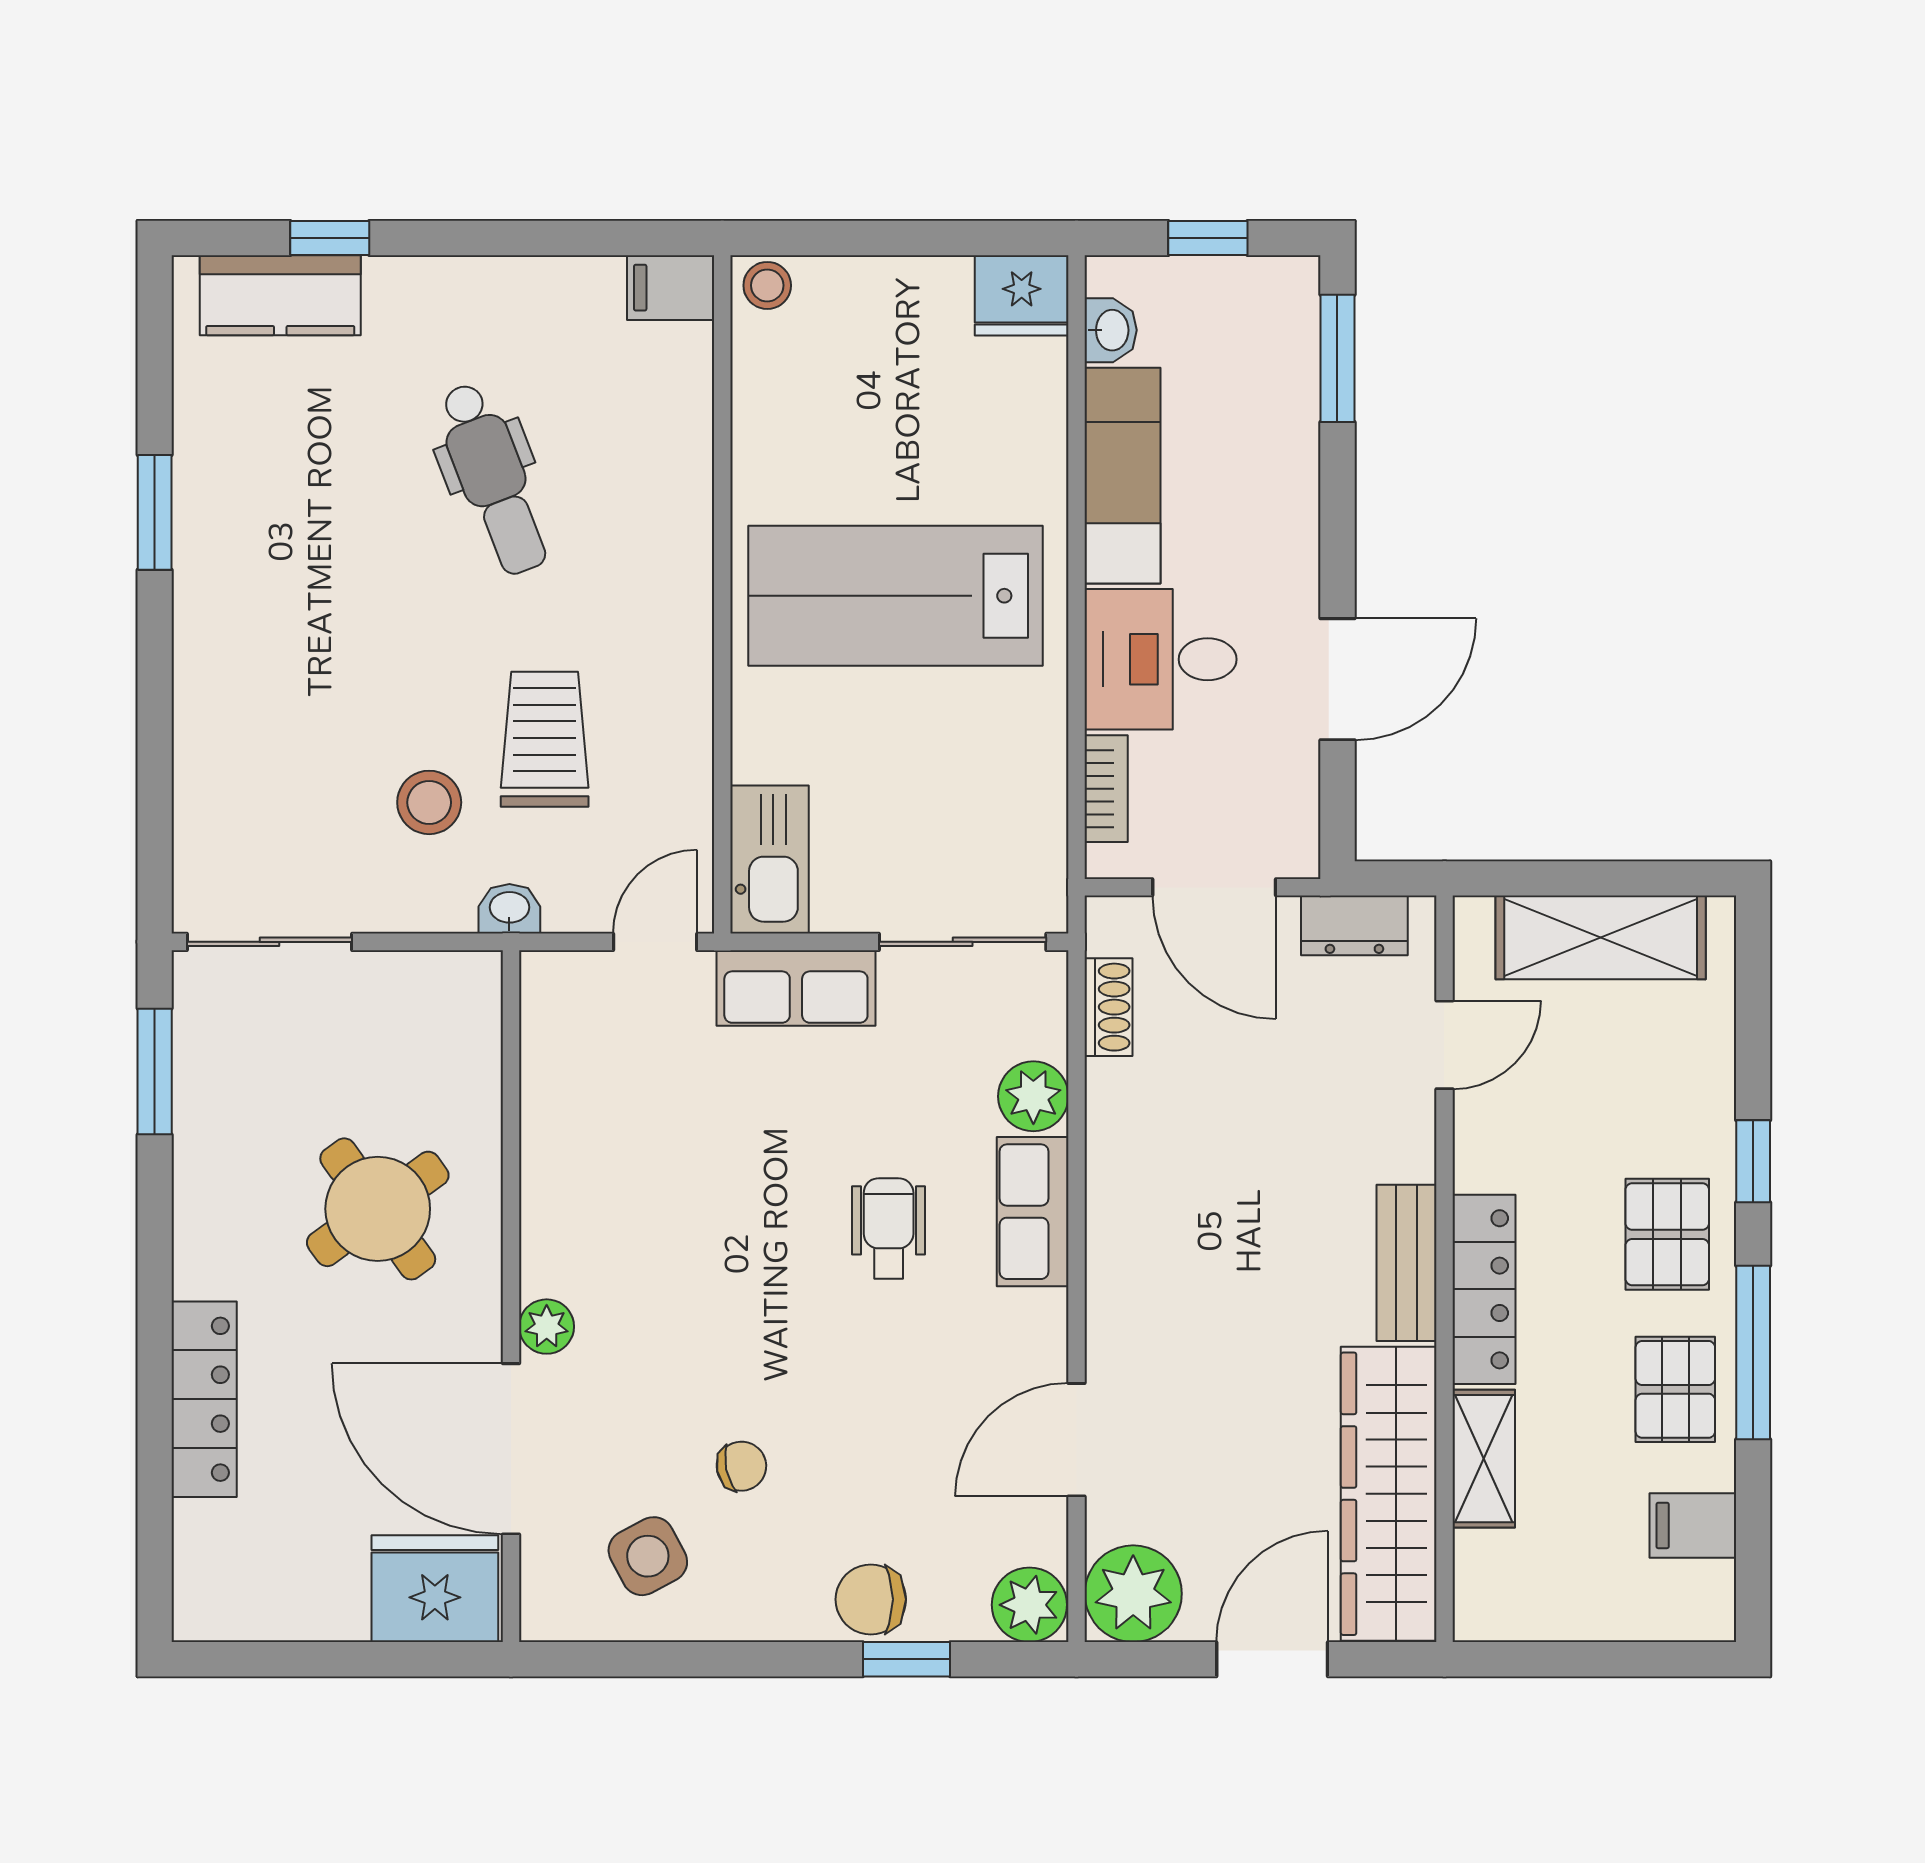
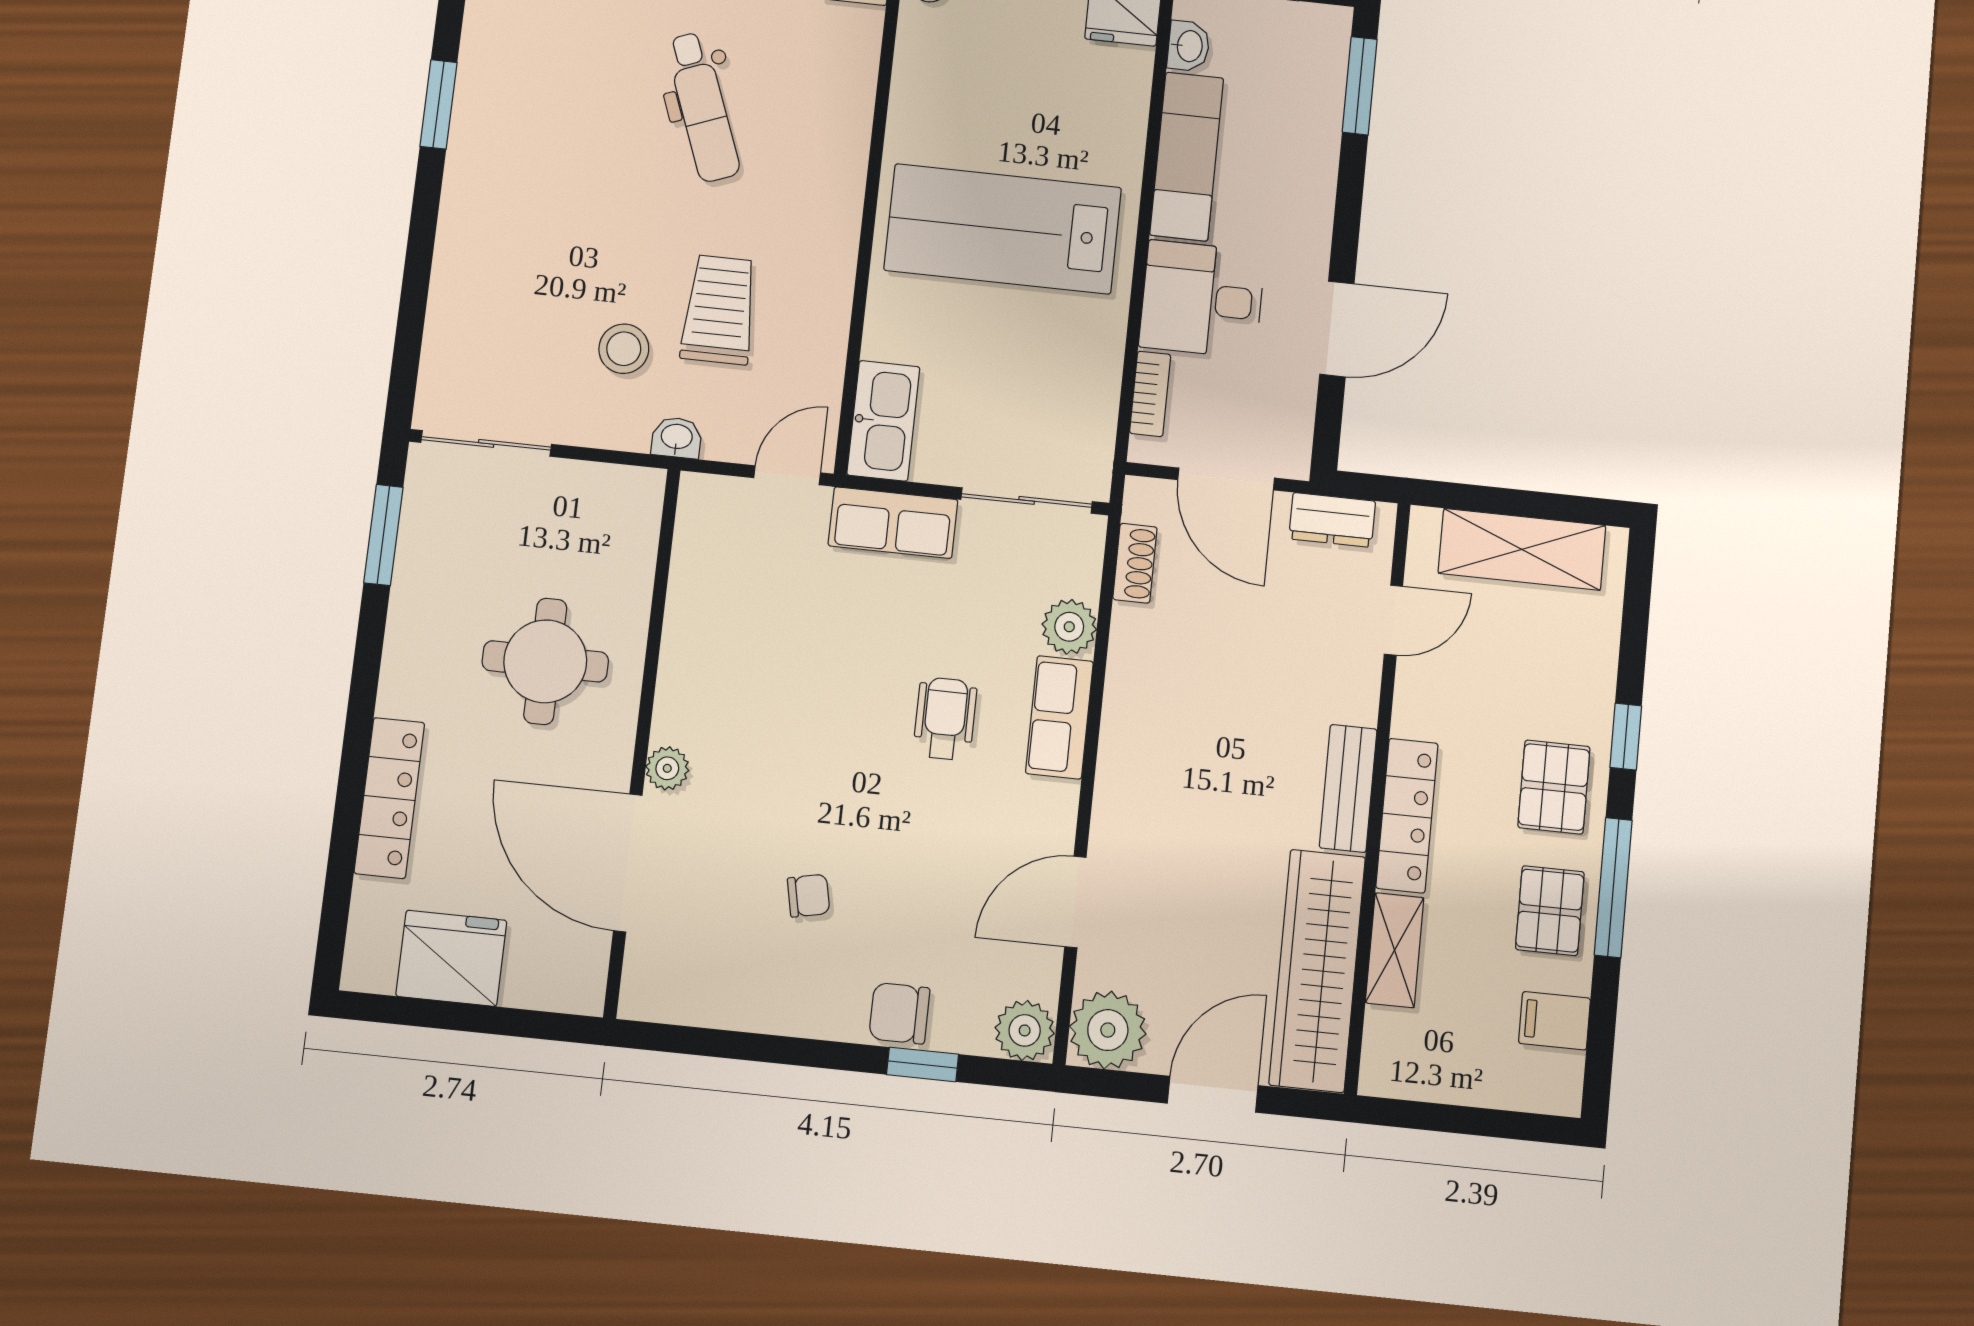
round table: (378, 1209) -> (545, 661), turned 36
side table: (648, 1556) -> (726, 960), removed
fridge: (435, 1589) -> (451, 958), moved

